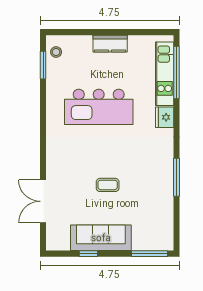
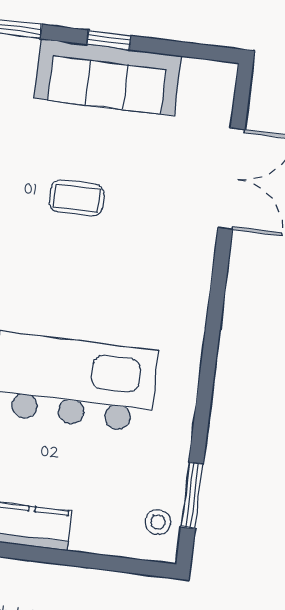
window: (88, 254) -> (109, 40), moved

